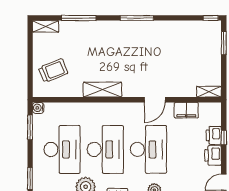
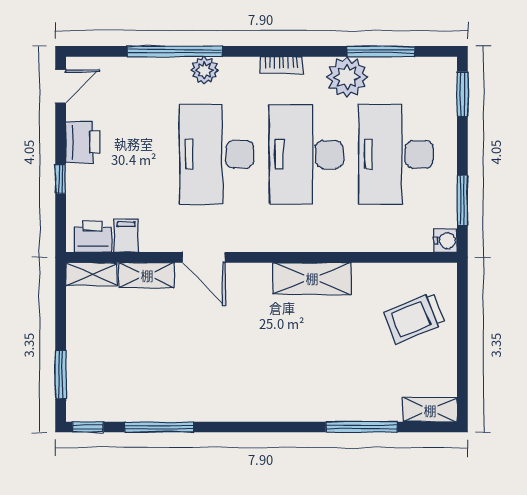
window: (137, 18) -> (159, 427), moved
shelving: (182, 91) -> (147, 275), added
door: (155, 100) -> (204, 257), swing flipped
filing cabinet: (186, 110) -> (126, 236), width x0.50
printer: (214, 135) -> (93, 237), moved, turned -90

